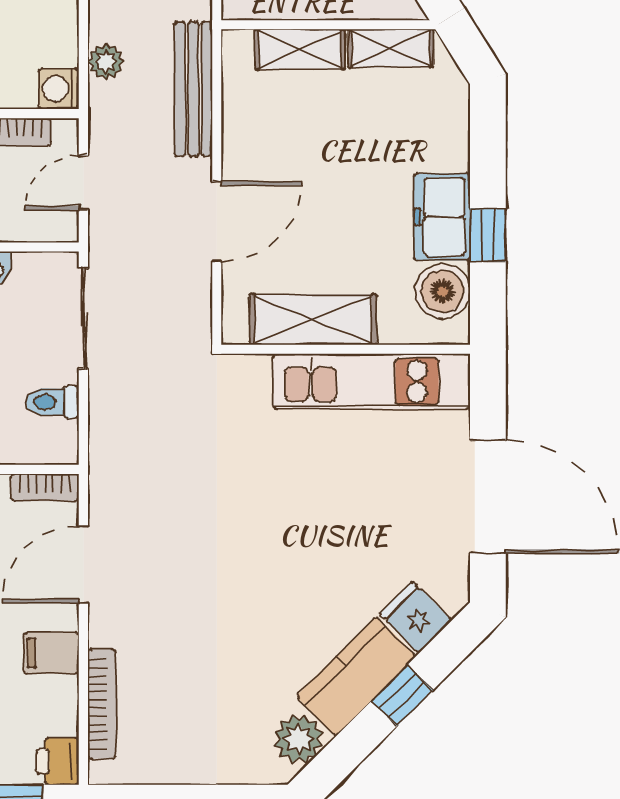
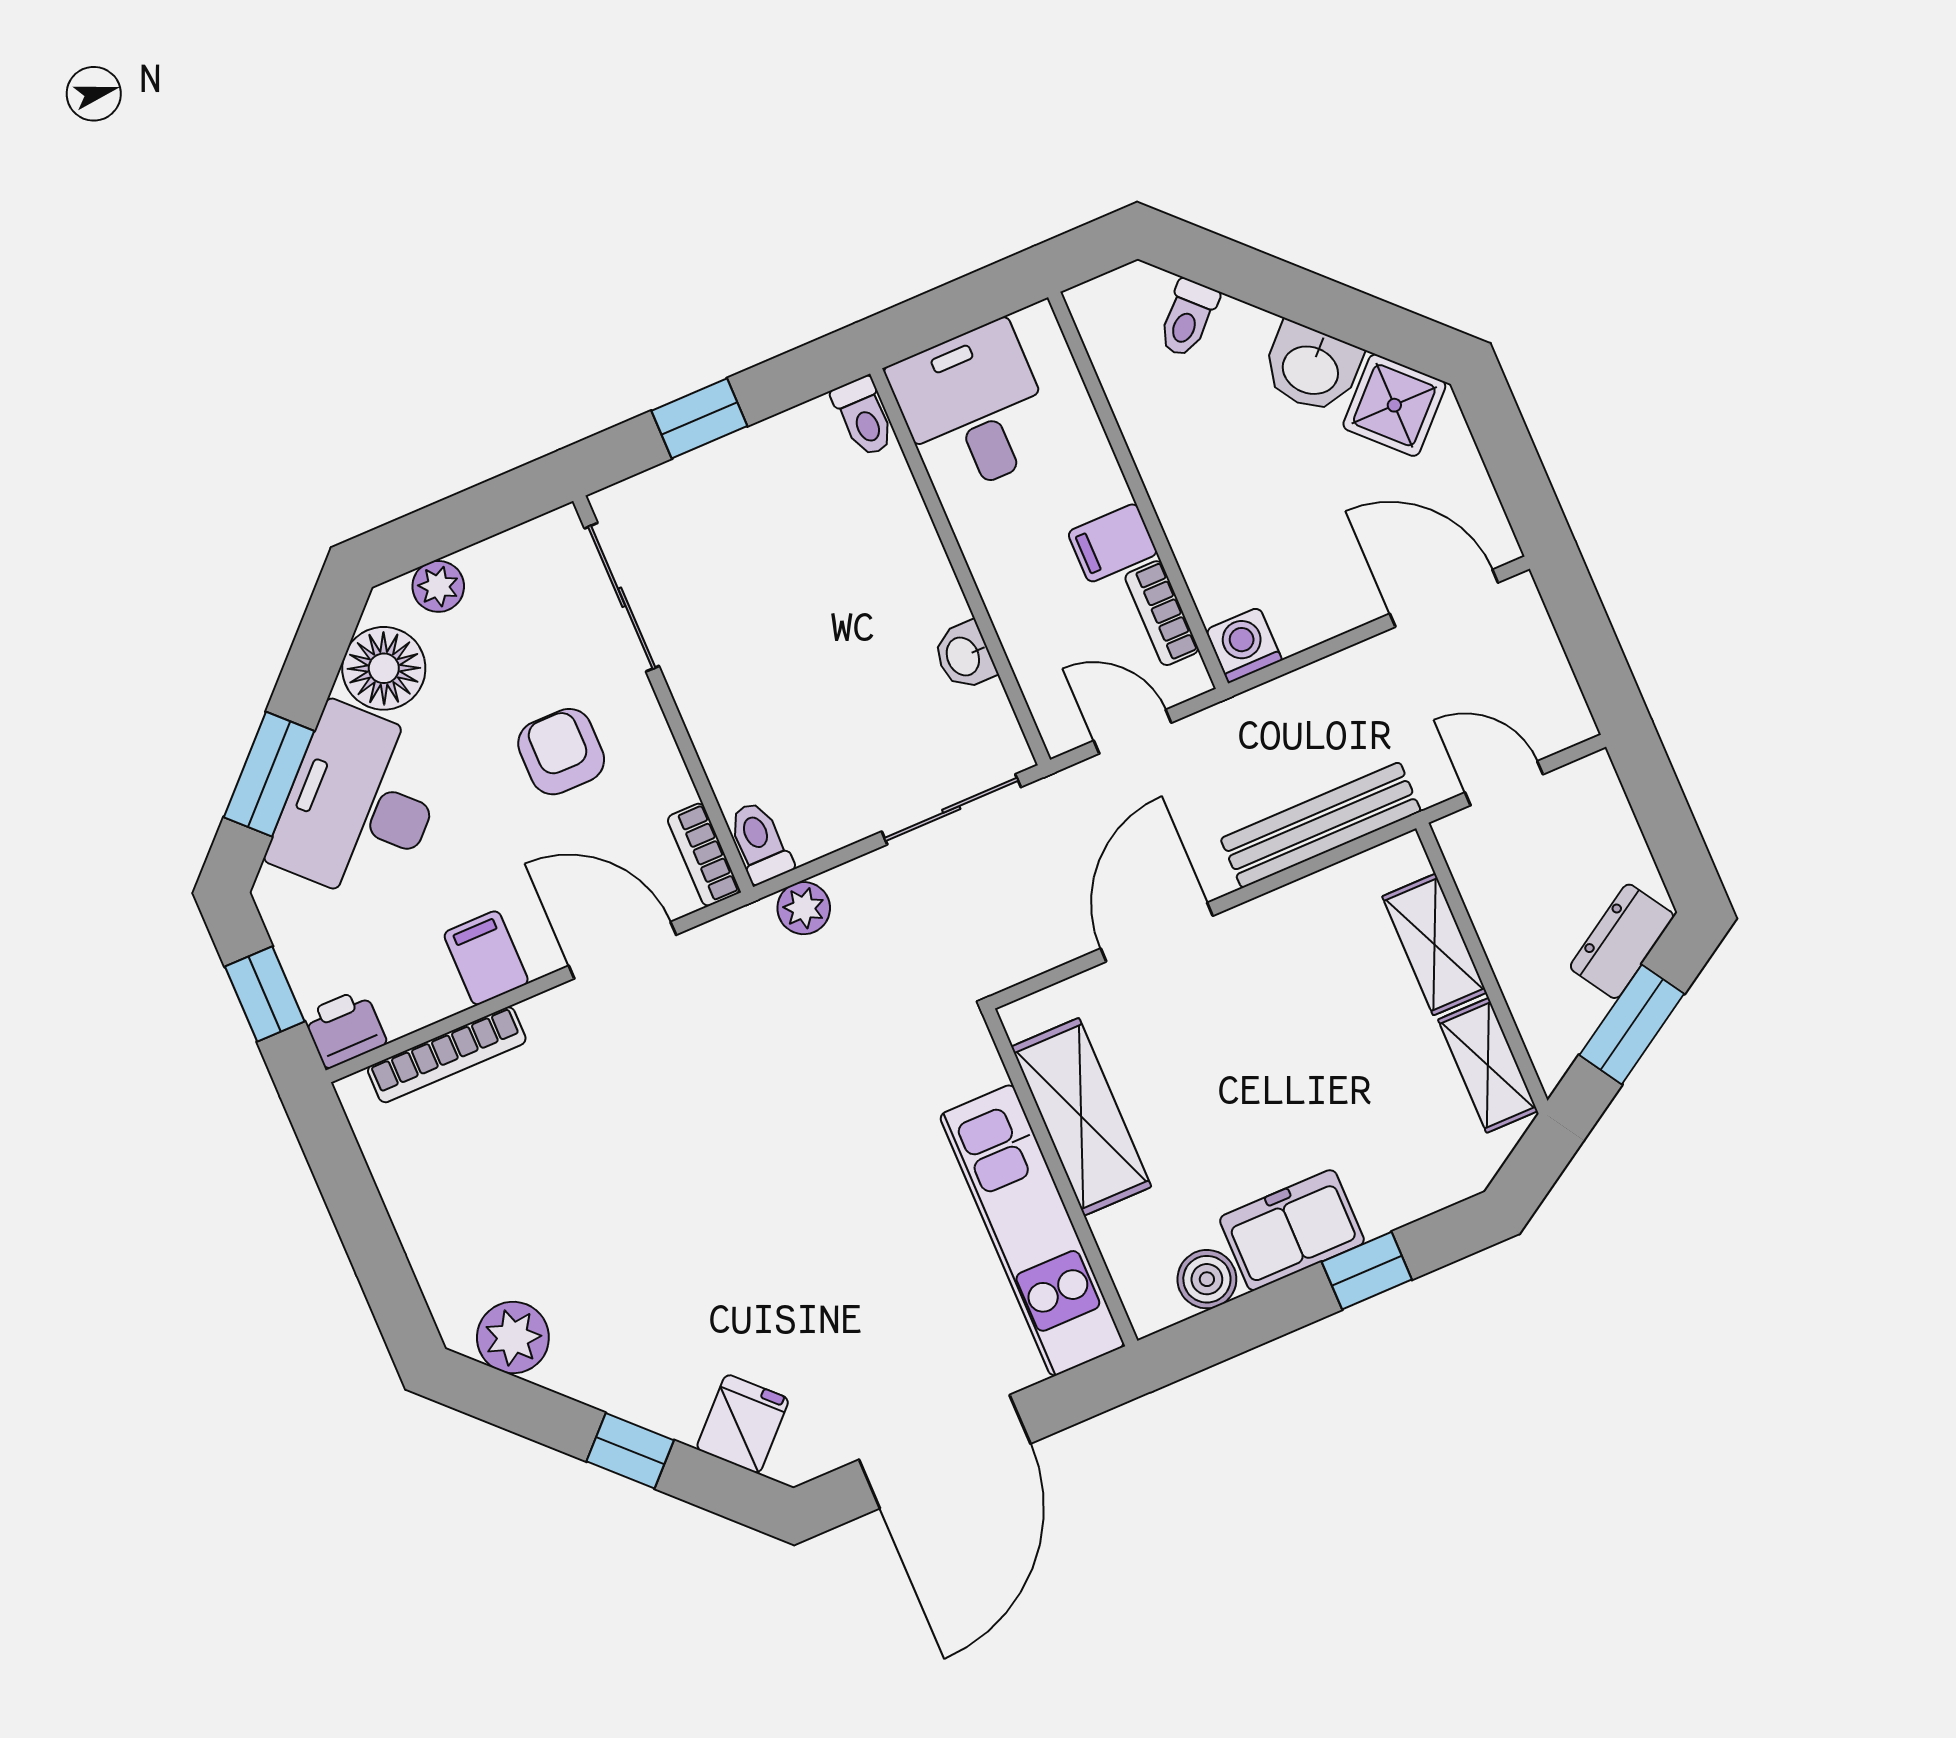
plant: (106, 62) -> (804, 908), moved
door: (217, 222) -> (1157, 932), swing flipped
window: (488, 235) -> (1367, 1271), moved
boiler: (443, 291) -> (1207, 1279), width x0.73, depth x0.73
toilet: (52, 402) -> (760, 842), moved
kitchen counter: (356, 676) -> (630, 1378), removed

